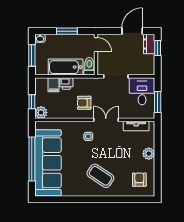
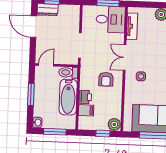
desk: (142, 91) -> (111, 19), moved, turned 180

